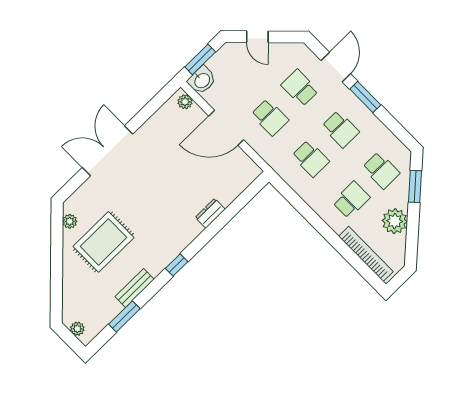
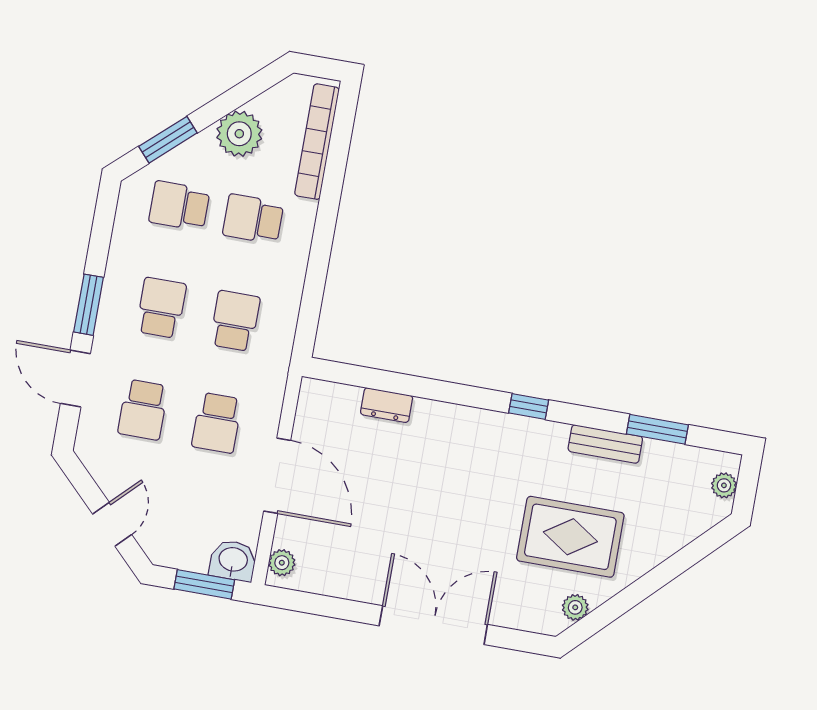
door: (336, 67) -> (75, 379), hinge flipped
school desk: (270, 117) -> (217, 423), turned 180
double door: (107, 151) -> (433, 625), swing flipped
school desk: (381, 170) -> (179, 206), turned -90
dresser: (210, 213) -> (387, 405), moved

